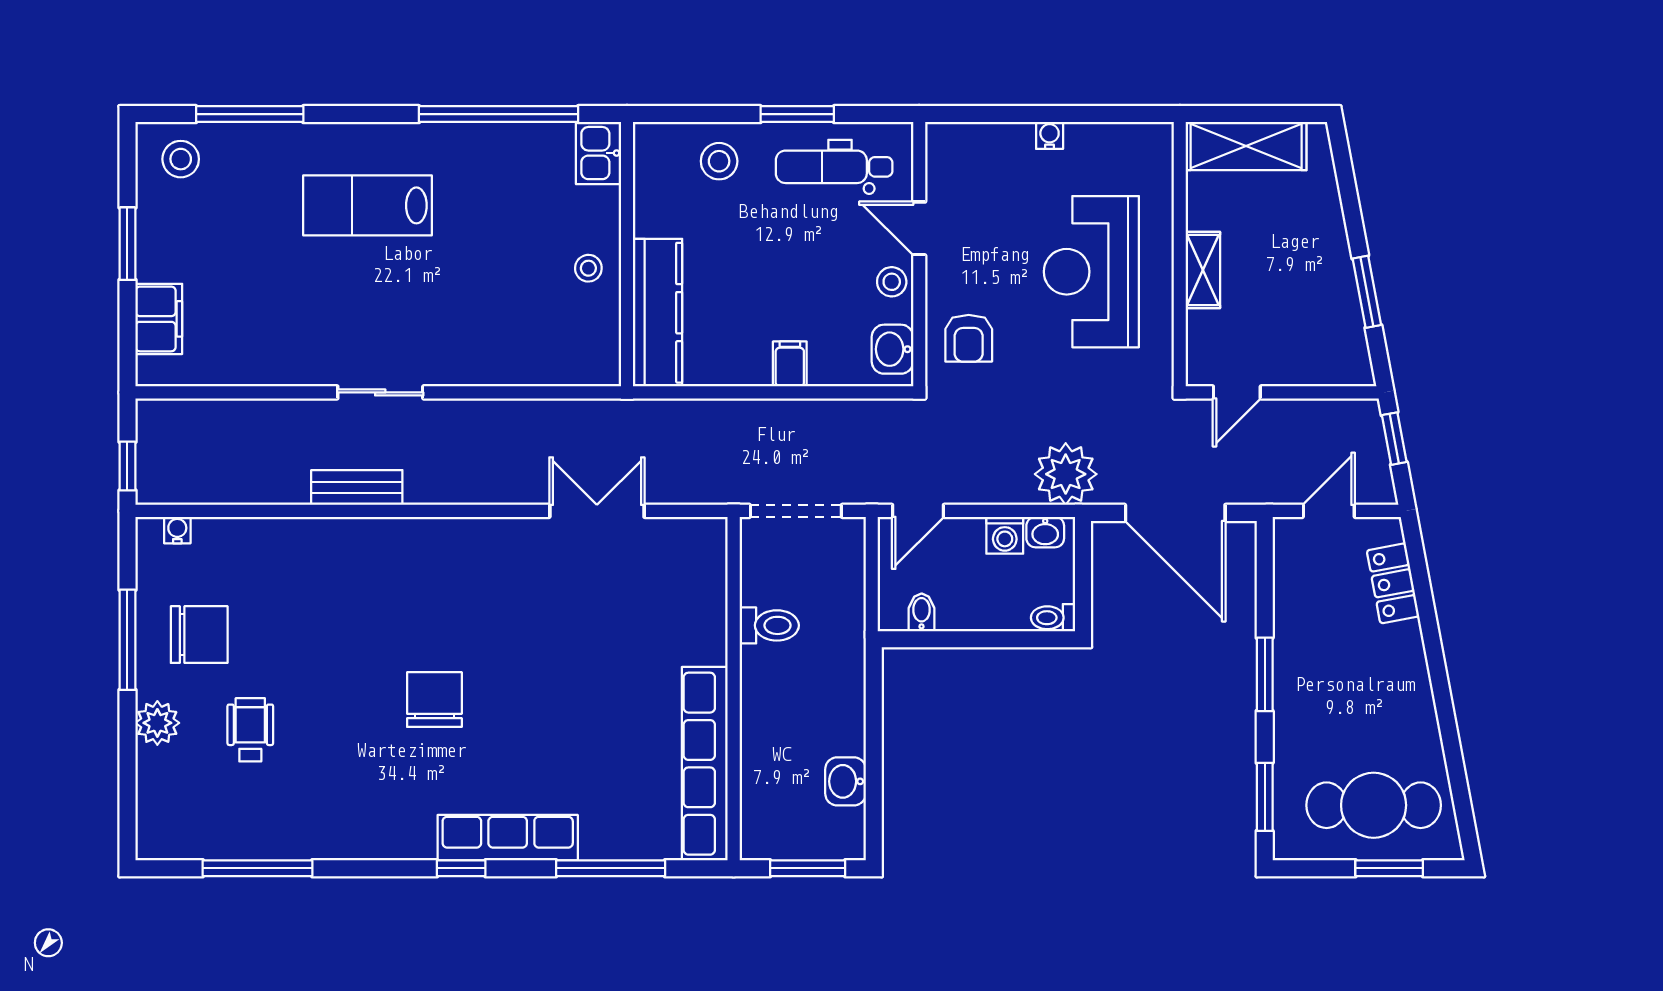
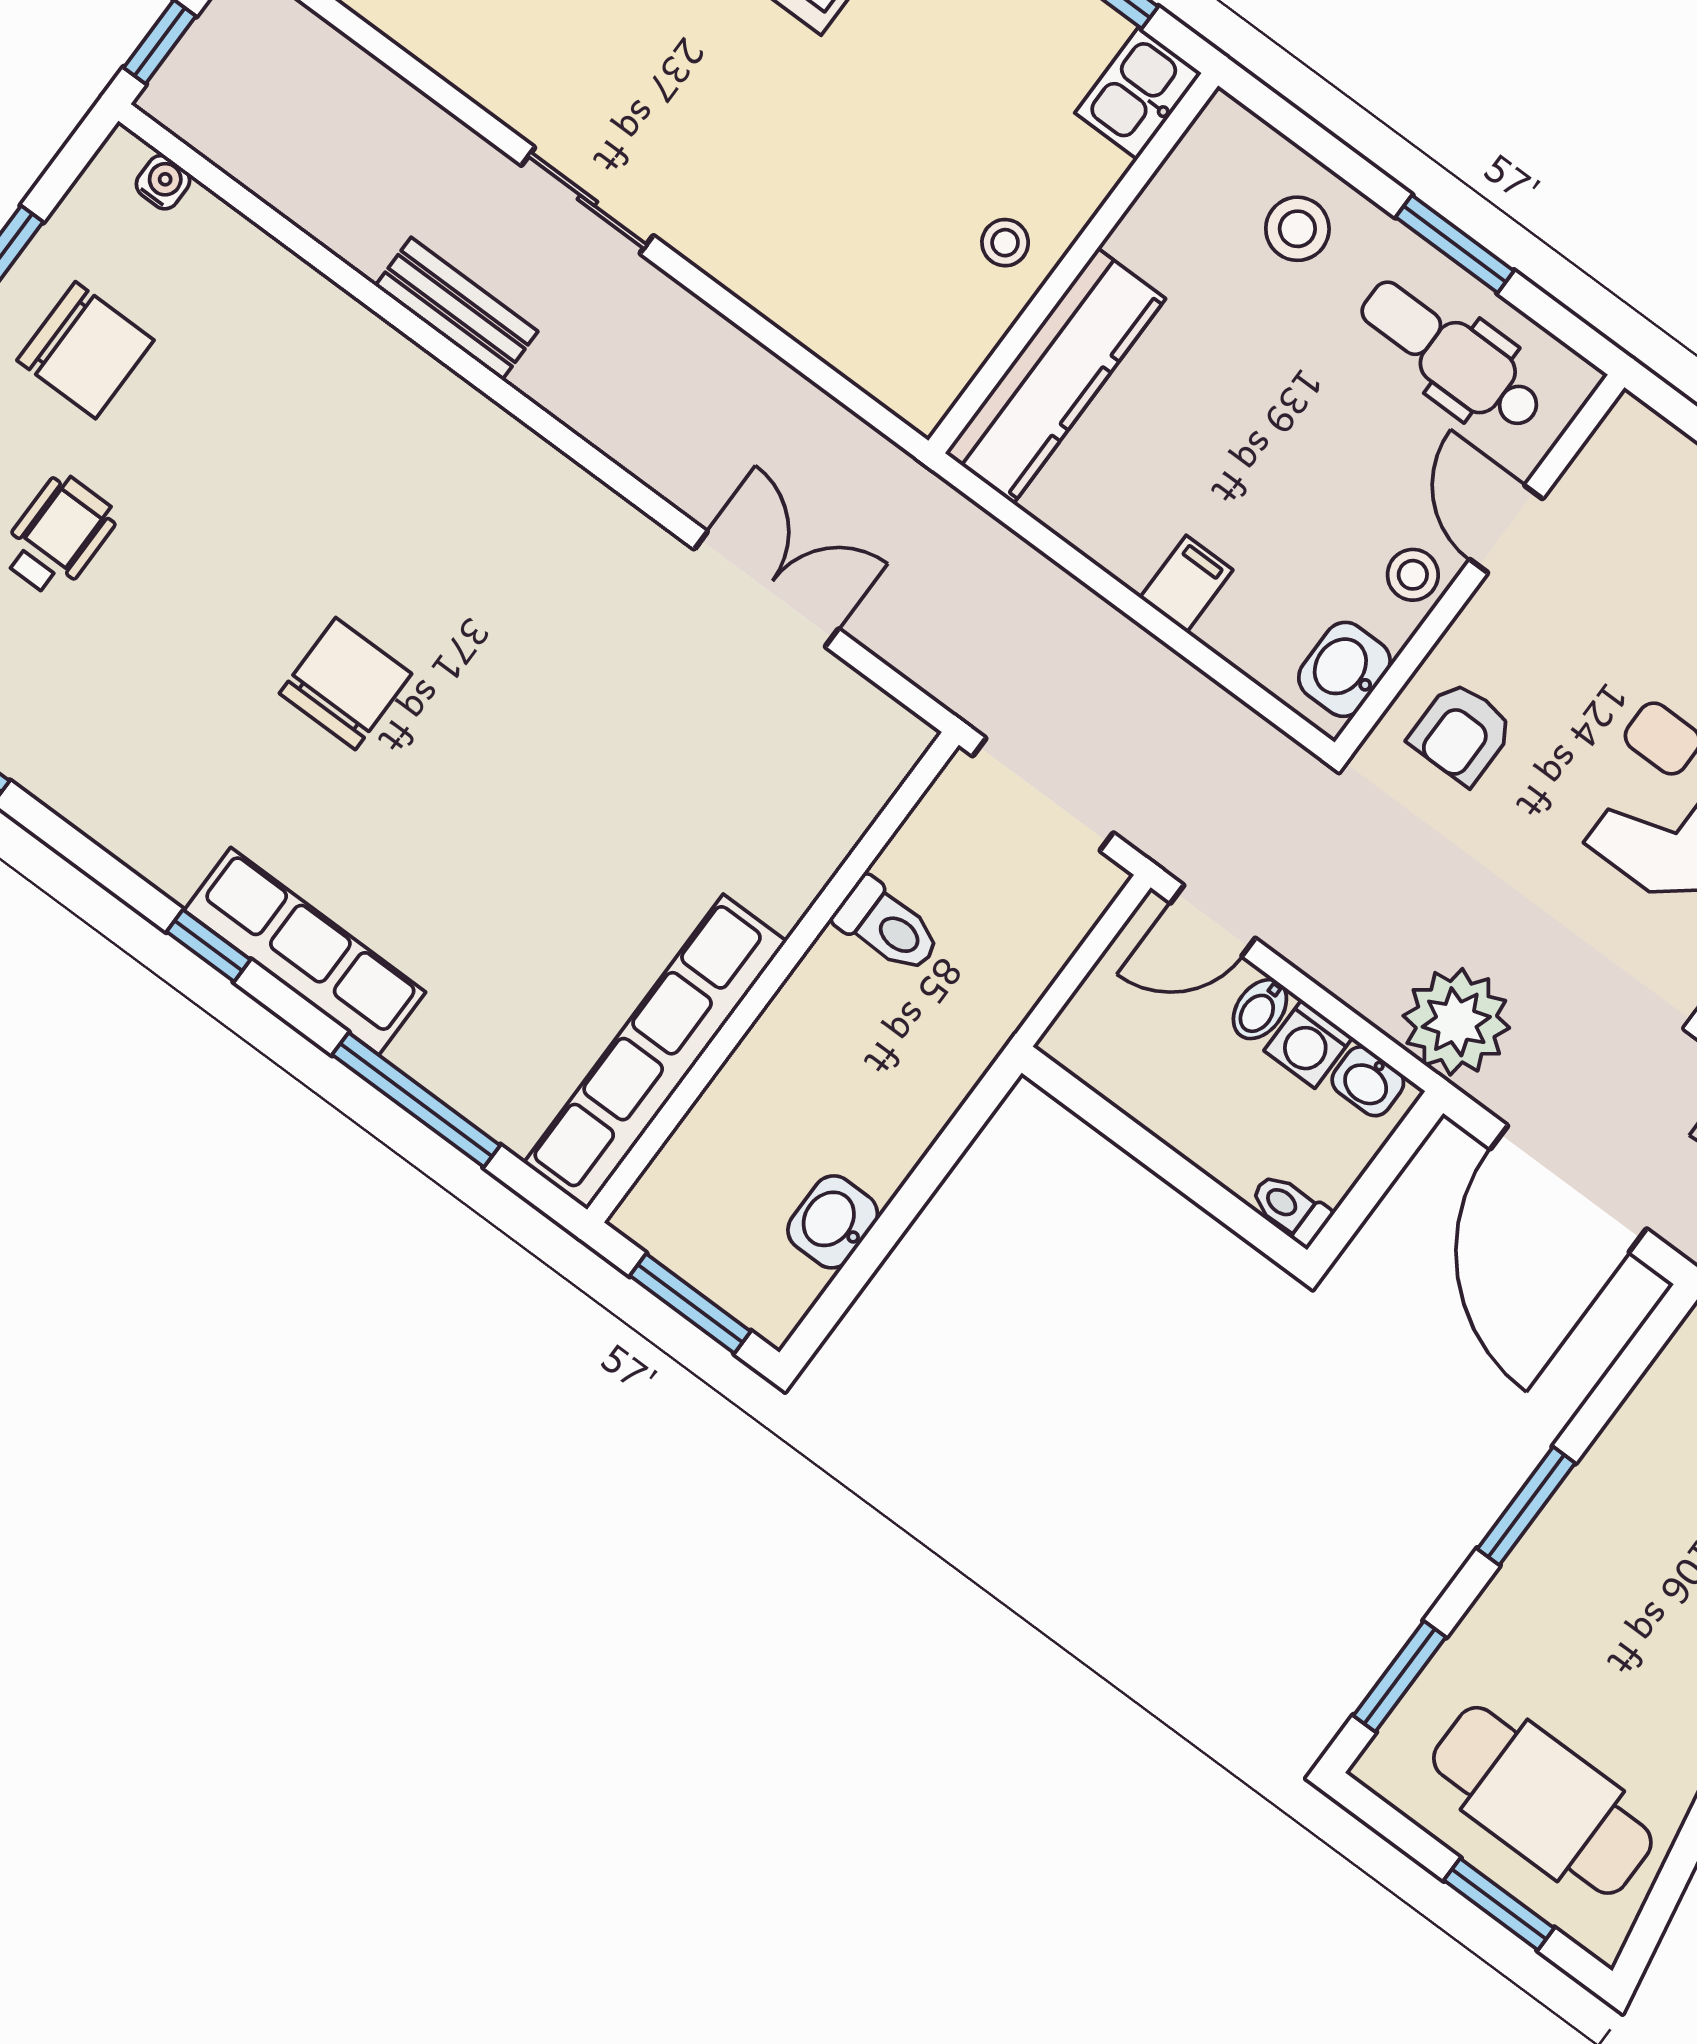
bidet: (922, 612) -> (1260, 1009), moved, turned 180

